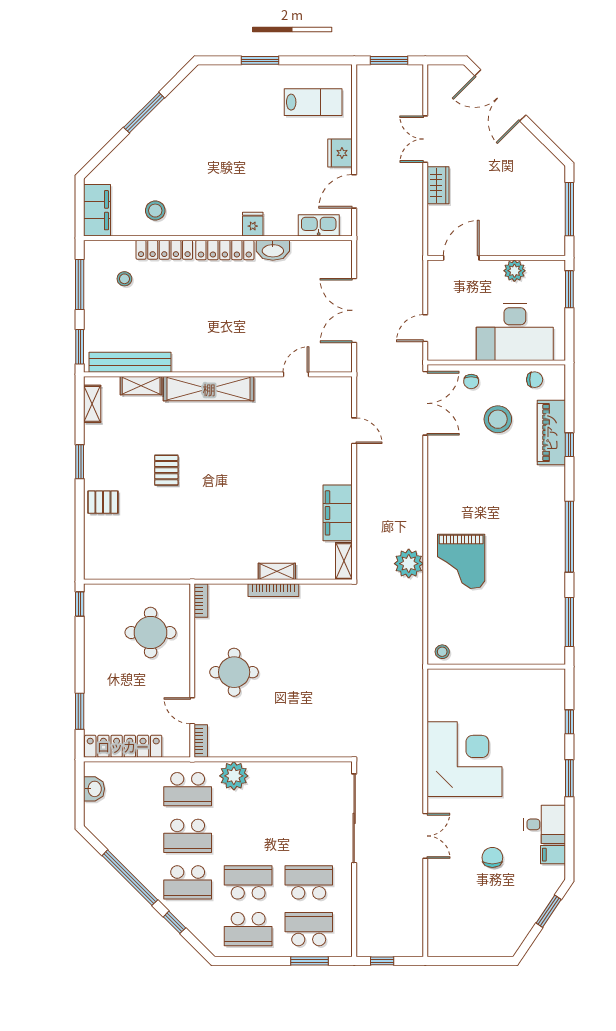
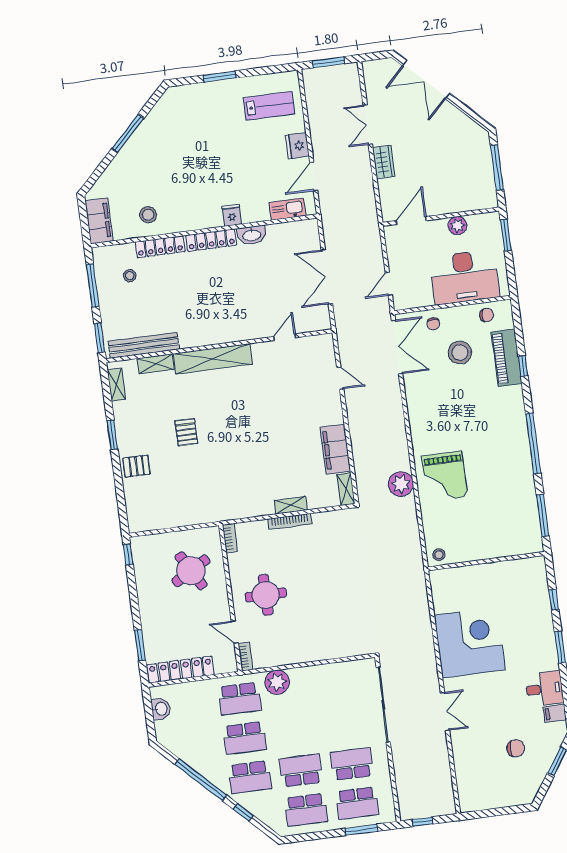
round table: (151, 633) -> (191, 571), turned -30
chair: (492, 857) -> (516, 748), moved, turned 90
school desk: (309, 929) -> (357, 803), turned 180

